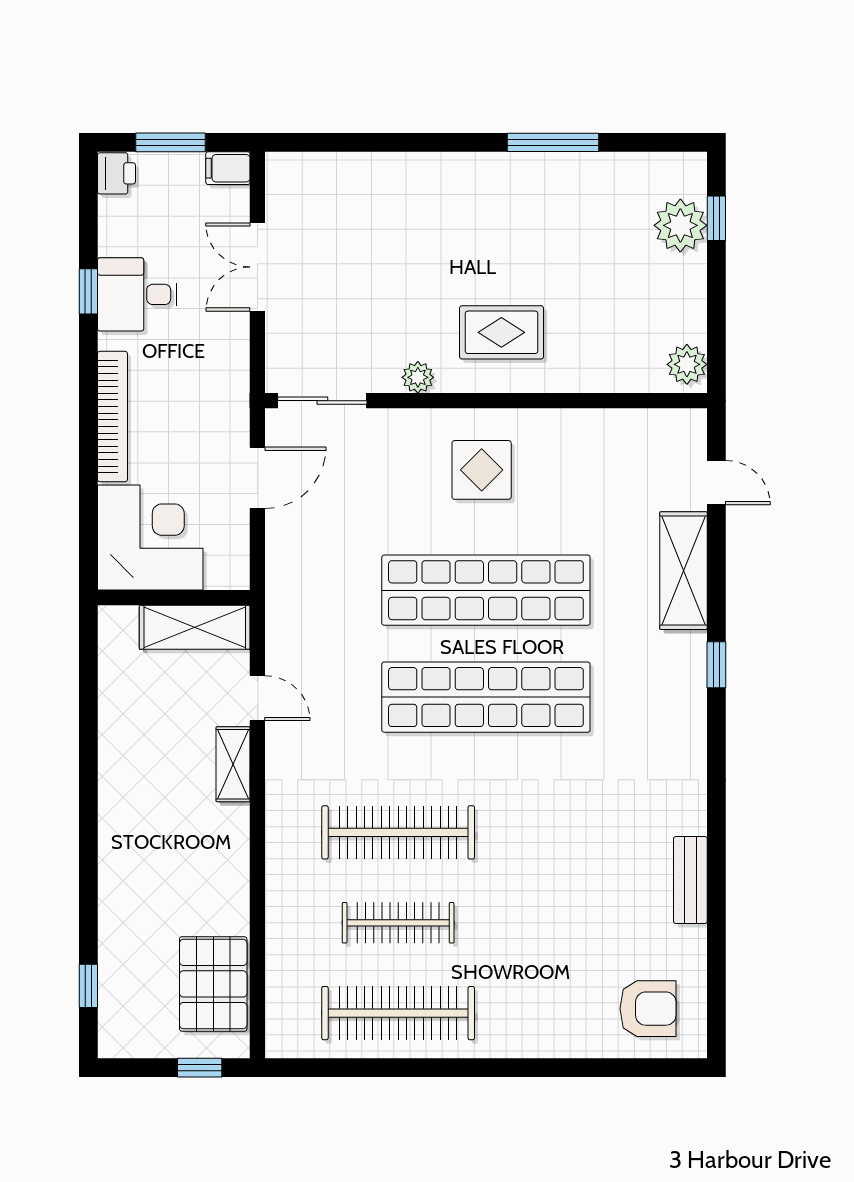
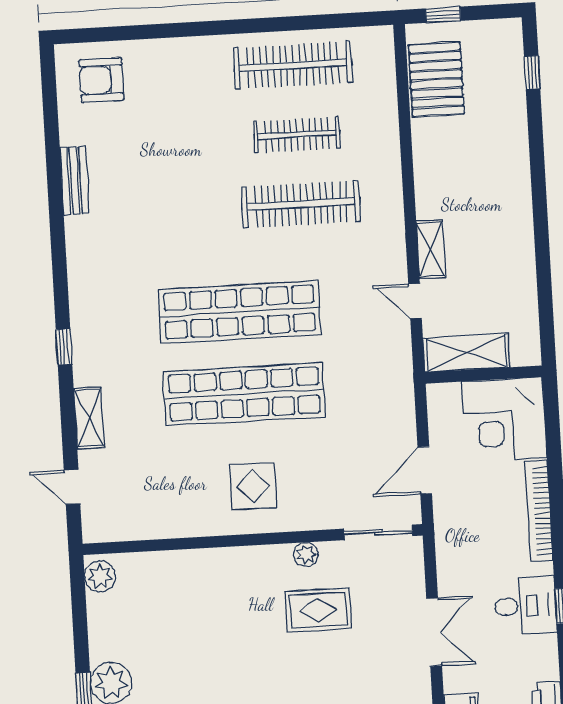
rug: (501, 332) -> (318, 610), moved
shelving: (683, 571) -> (89, 418), width x0.67, depth x0.75

